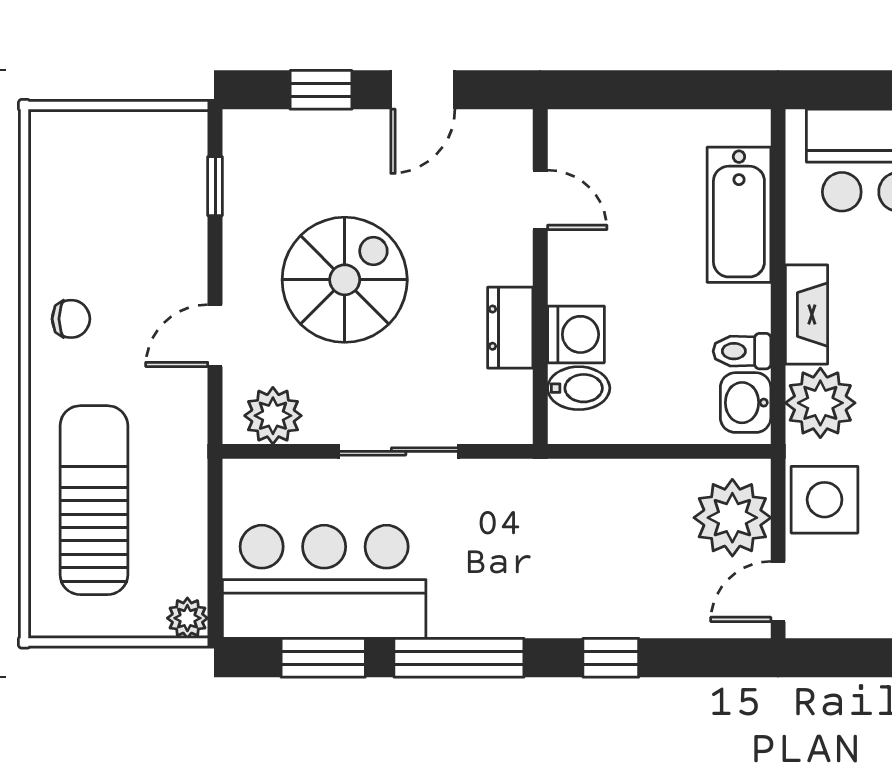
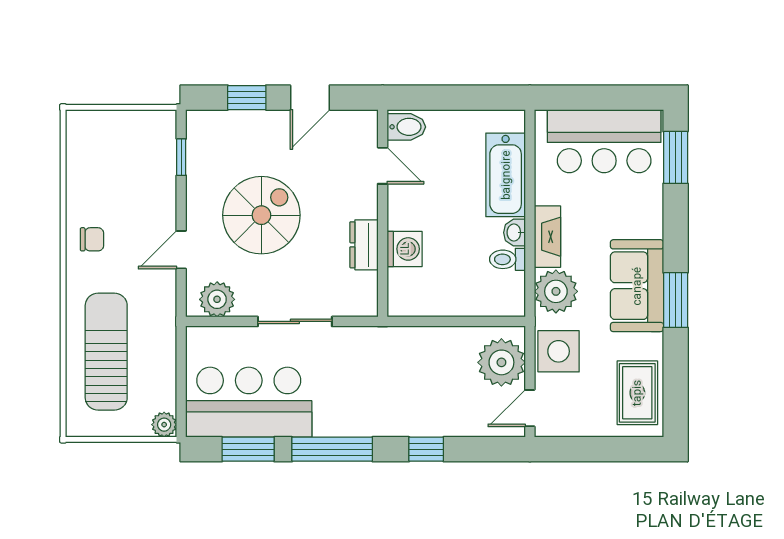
bidet: (579, 388) -> (406, 127), moved
washbasin: (746, 403) -> (514, 233), moved, width x0.72, depth x0.69

